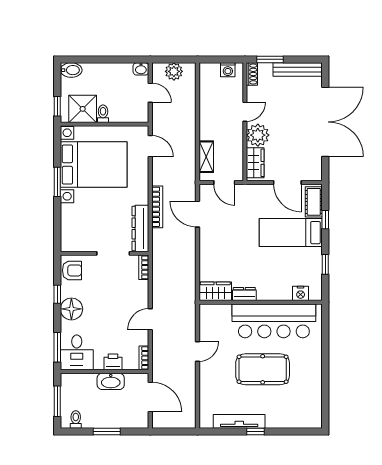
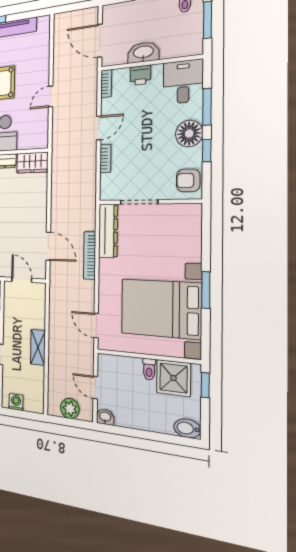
shelving: (206, 157) -> (38, 347), moved
bookcase: (144, 267) -> (105, 159), moved
window: (57, 347) -> (207, 107), moved

